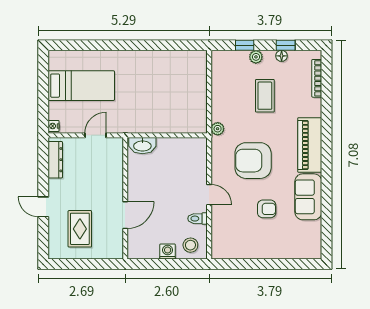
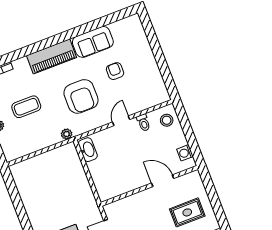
washbasin: (142, 146) -> (88, 150), moved
washing machine: (168, 252) -> (185, 153), moved

